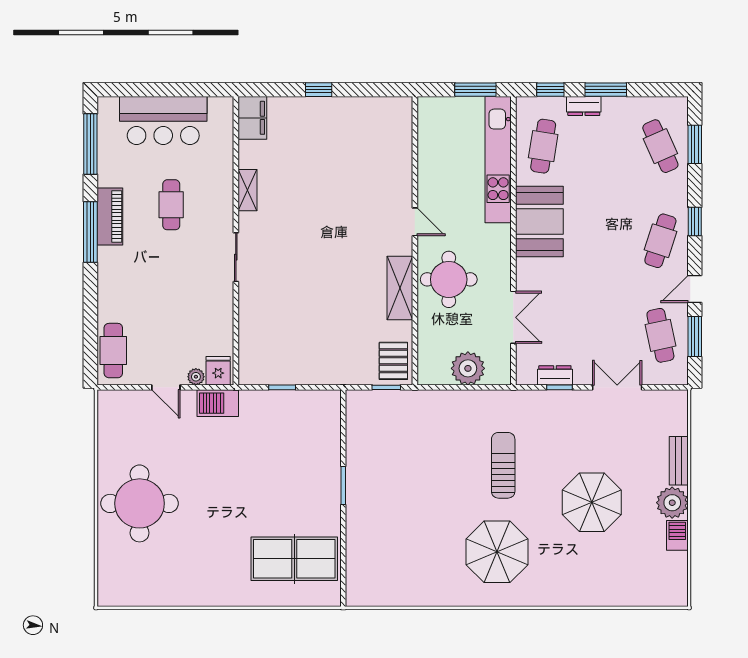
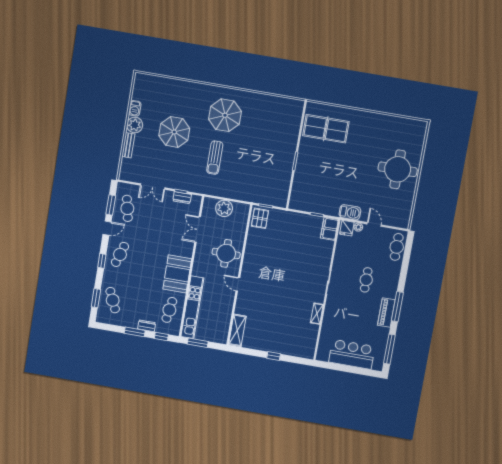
filing cabinet: (252, 118) -> (329, 229), moved
cafe table: (171, 205) -> (366, 280), moved
shelving: (400, 288) -> (237, 330), moved

